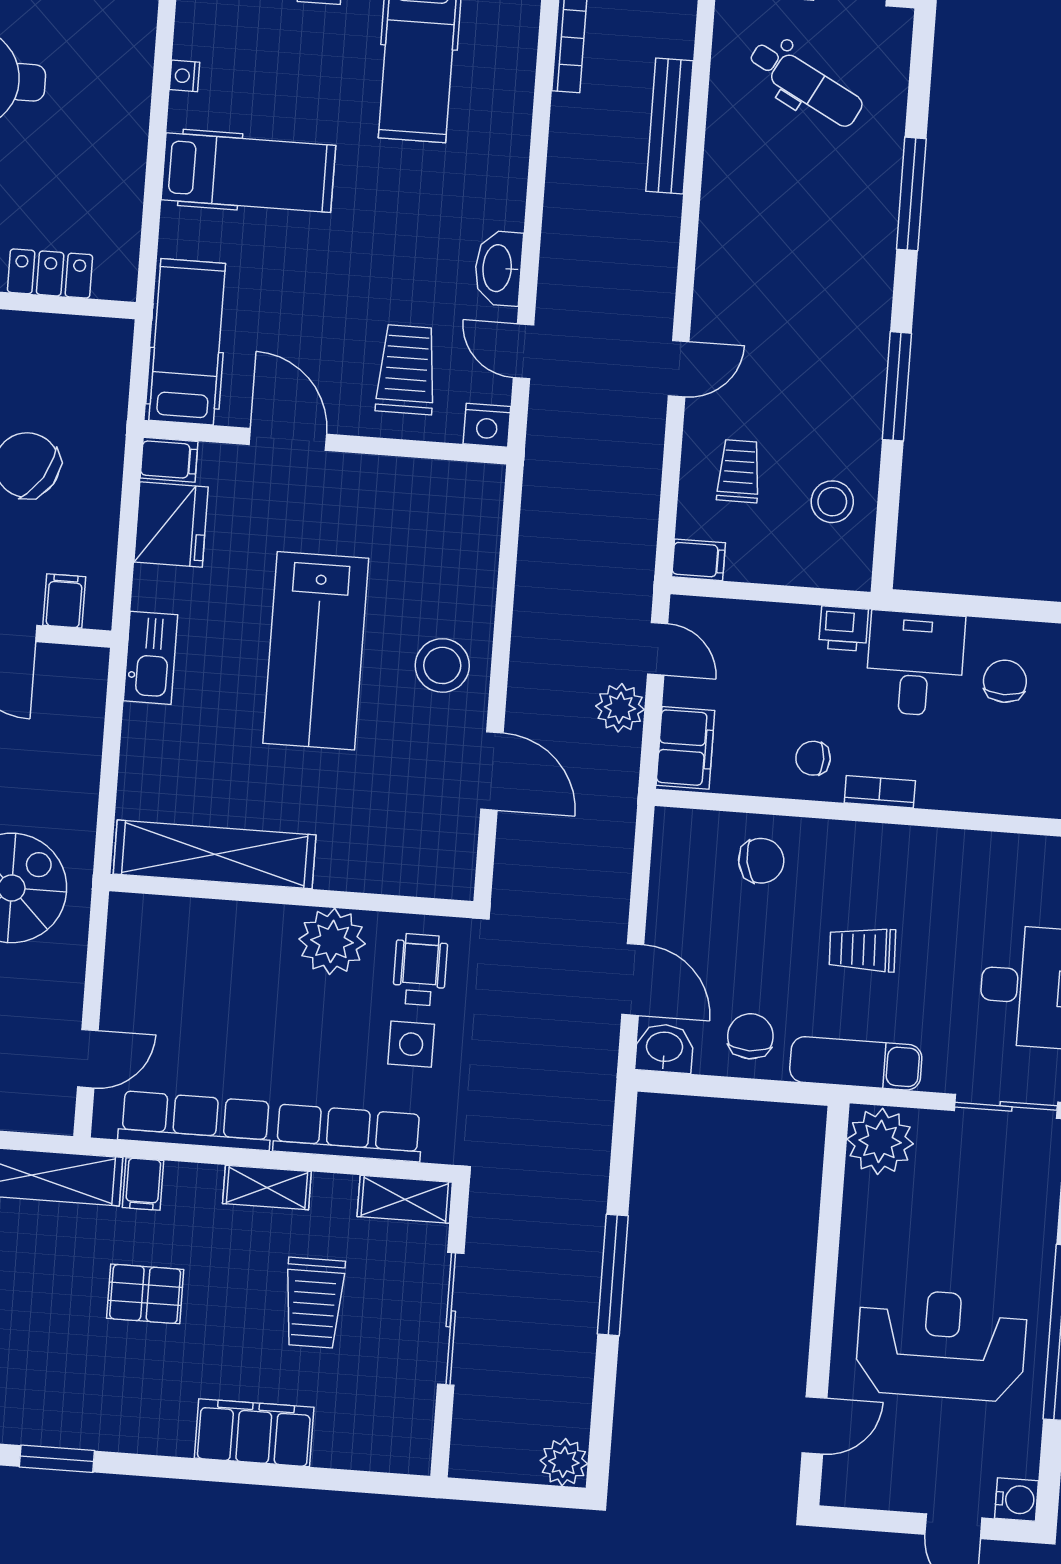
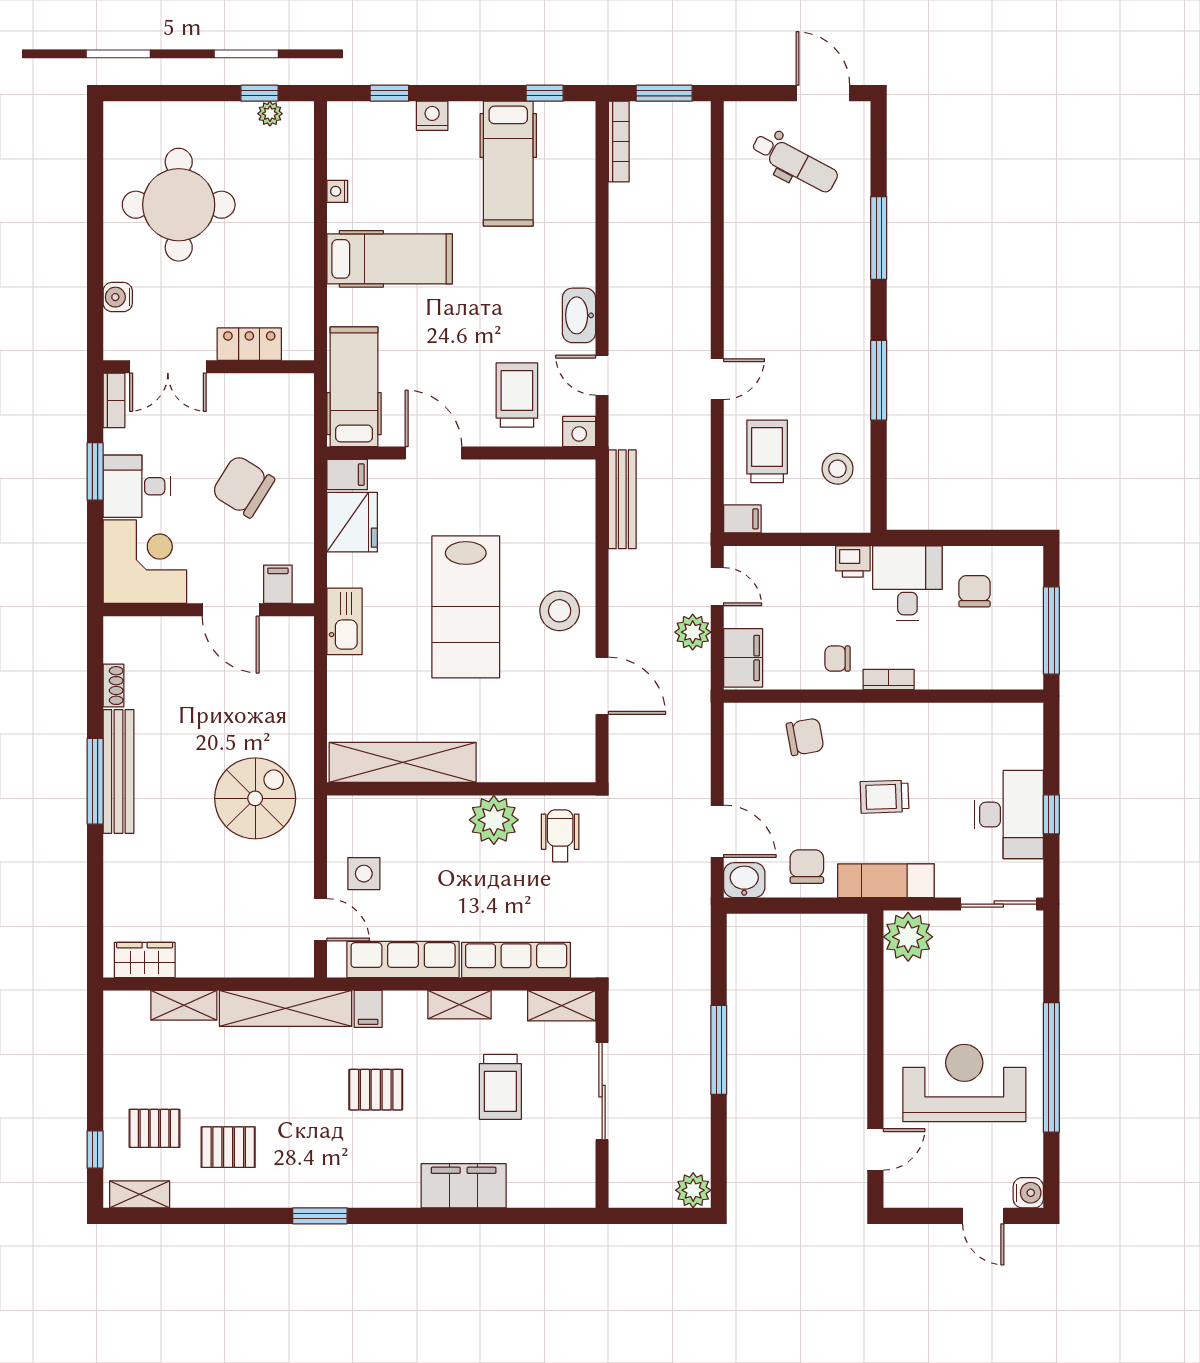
bench: (669, 126) -> (622, 499), moved
trolley: (739, 471) -> (767, 451), width x1.36, depth x1.39
side table: (411, 1044) -> (364, 874), moved
door: (88, 1059) -> (321, 920), hinge flipped

